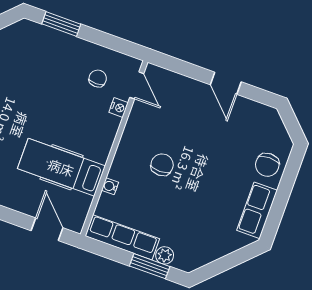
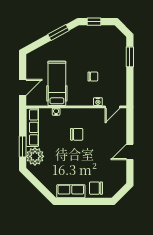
chair: (98, 79) -> (93, 77), moved
plant: (165, 255) -> (35, 156), width x1.87, depth x1.87

